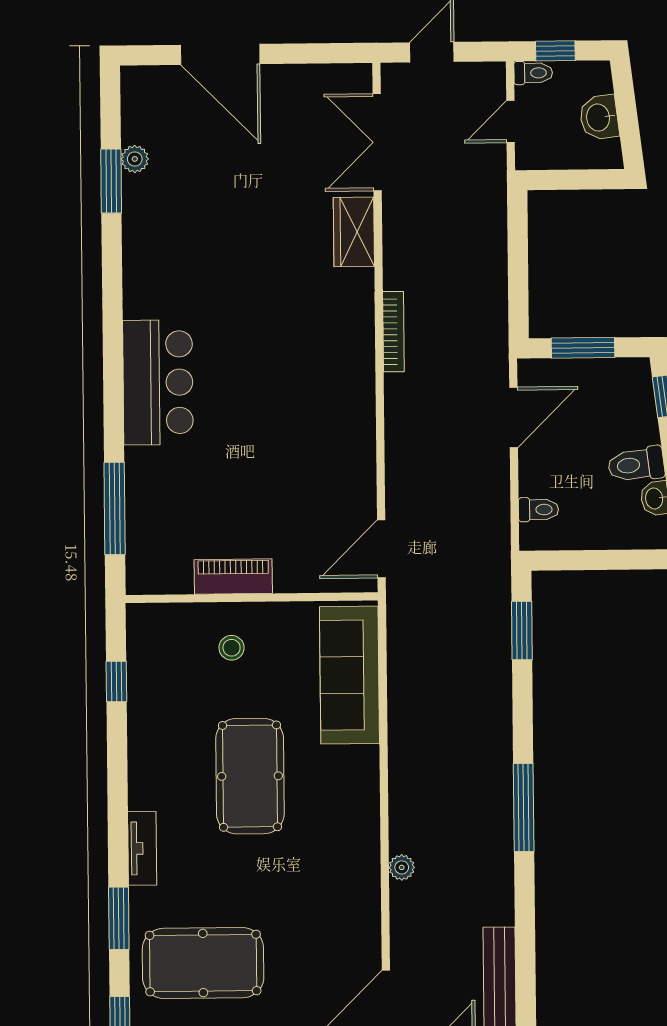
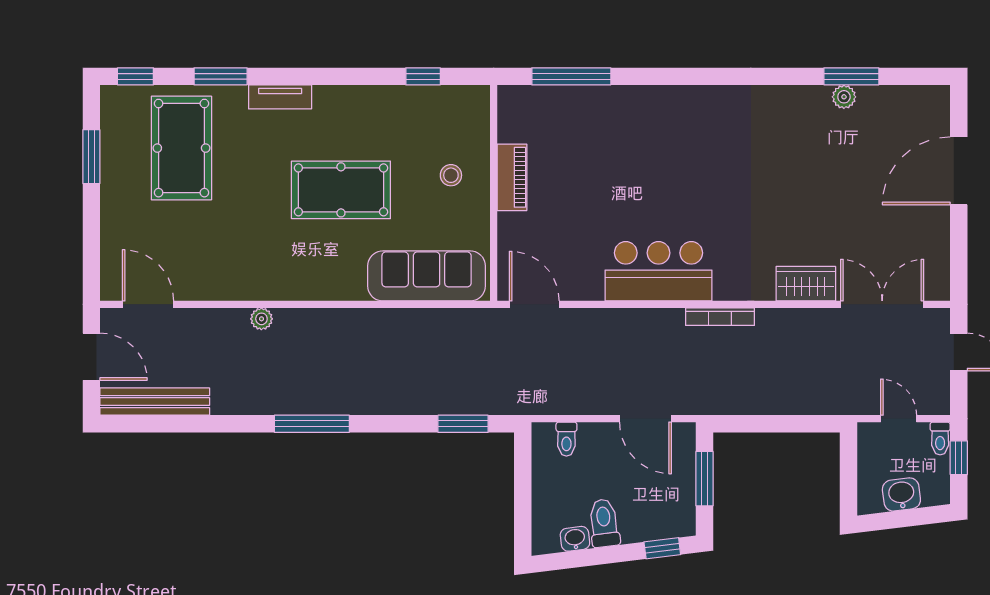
plant: (135, 159) -> (844, 97), moved
bar counter: (158, 382) -> (659, 271), moved, turned 180

